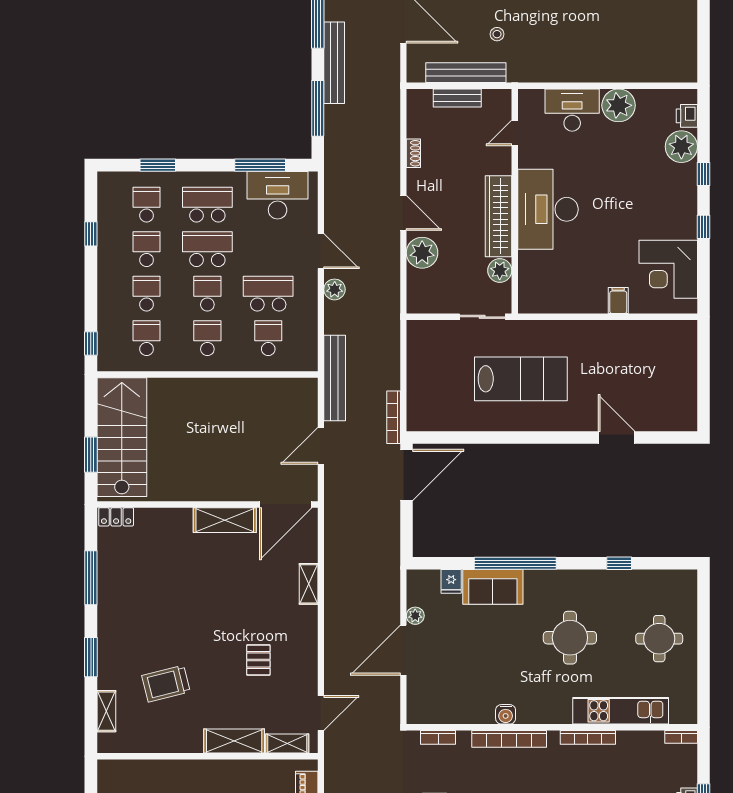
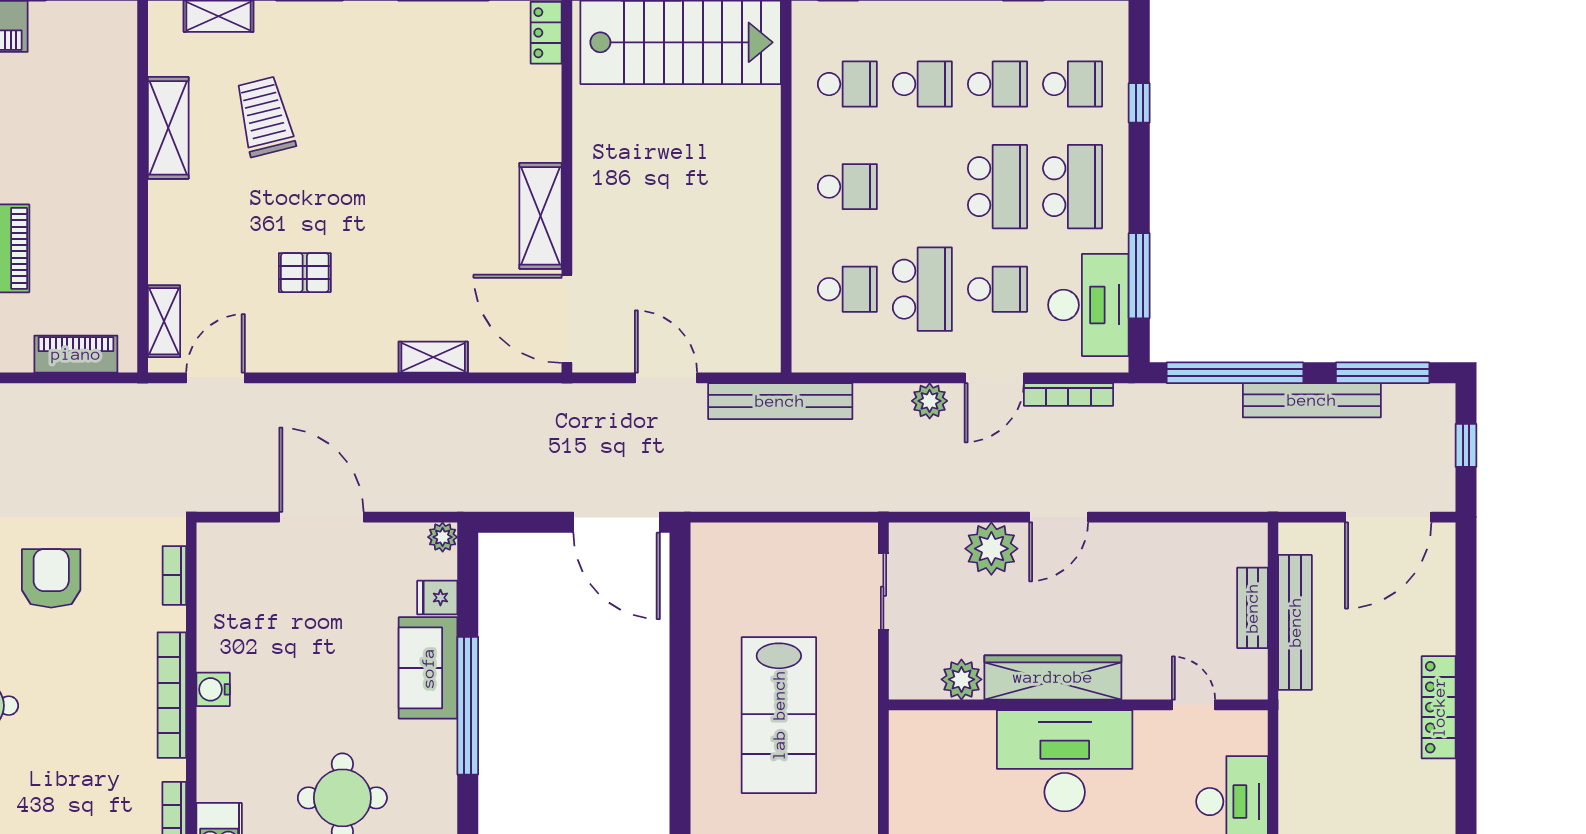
stool: (497, 34) -> (1360, 675), removed
window: (318, 108) -> (1235, 373), width x1.46
shoe rack: (413, 153) -> (1159, 534), removed
window: (158, 165) -> (1139, 103), width x0.67
school desk: (207, 294) -> (997, 289), moved
sliding door: (482, 317) -> (883, 591), moved
bookcase: (394, 417) -> (1068, 395), moved, turned 180
plant: (415, 616) -> (443, 537), moved
door: (321, 713) -> (216, 378), swing flipped
shelving: (234, 741) -> (168, 128), moved

